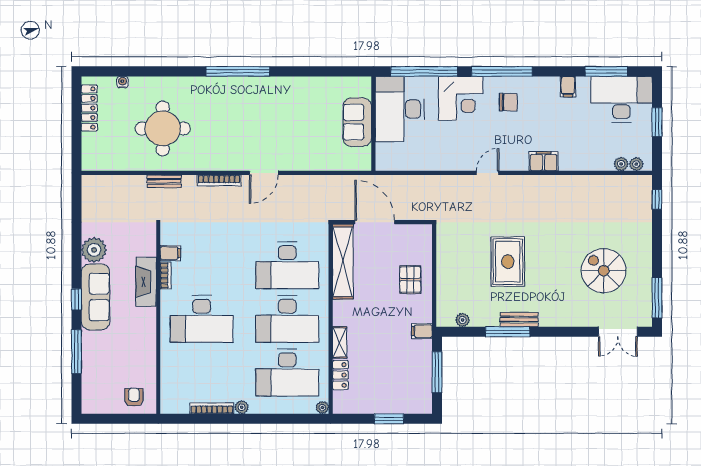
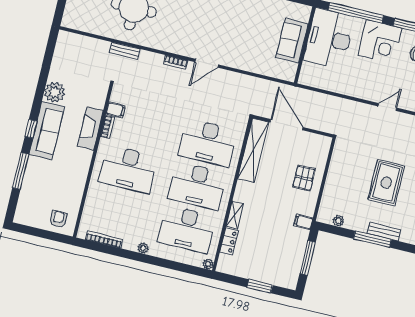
bookcase: (219, 180) -> (175, 62), width x0.64
bookcase: (212, 408) -> (104, 240), moved

